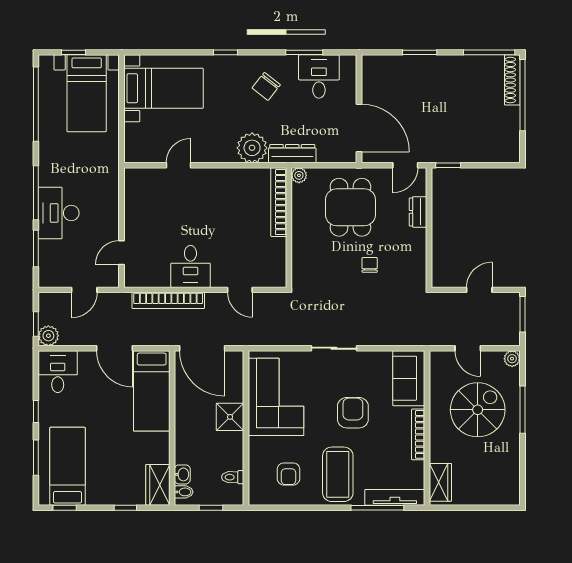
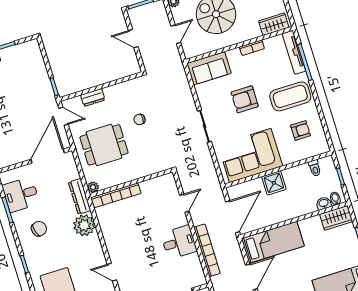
chair: (266, 86) -> (39, 229), turned -54
bookcase: (418, 434) -> (252, 48), width x0.64

